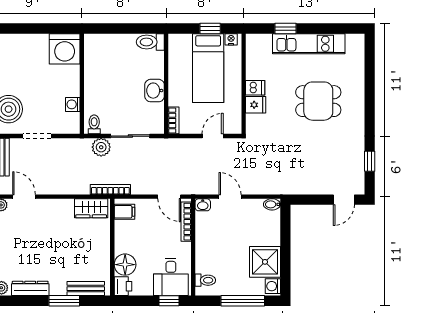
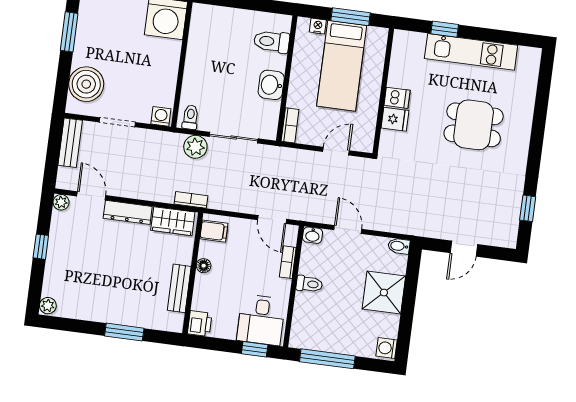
window: (210, 29) -> (351, 17), width x1.50
nightstand: (231, 39) -> (318, 26), moved
toilet: (150, 42) -> (272, 42), moved
washing machine: (73, 104) -> (161, 116), moved, turned 90
bookcase: (110, 189) -> (191, 200), width x0.64
door: (344, 200) -> (464, 249), moved
bookcase: (186, 222) -> (288, 262), width x0.64
shower: (265, 262) -> (384, 293), moved
floor lamp: (125, 265) -> (204, 266), moved, width x0.53, depth x0.53
toilet: (205, 280) -> (309, 284), moved
dresser: (30, 288) -> (128, 212), moved, turned 180
bench: (86, 289) -> (179, 288), moved, turned 90
window: (243, 301) -> (327, 359), moved

